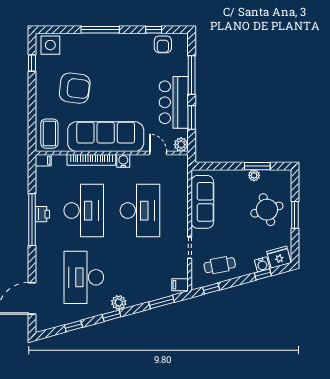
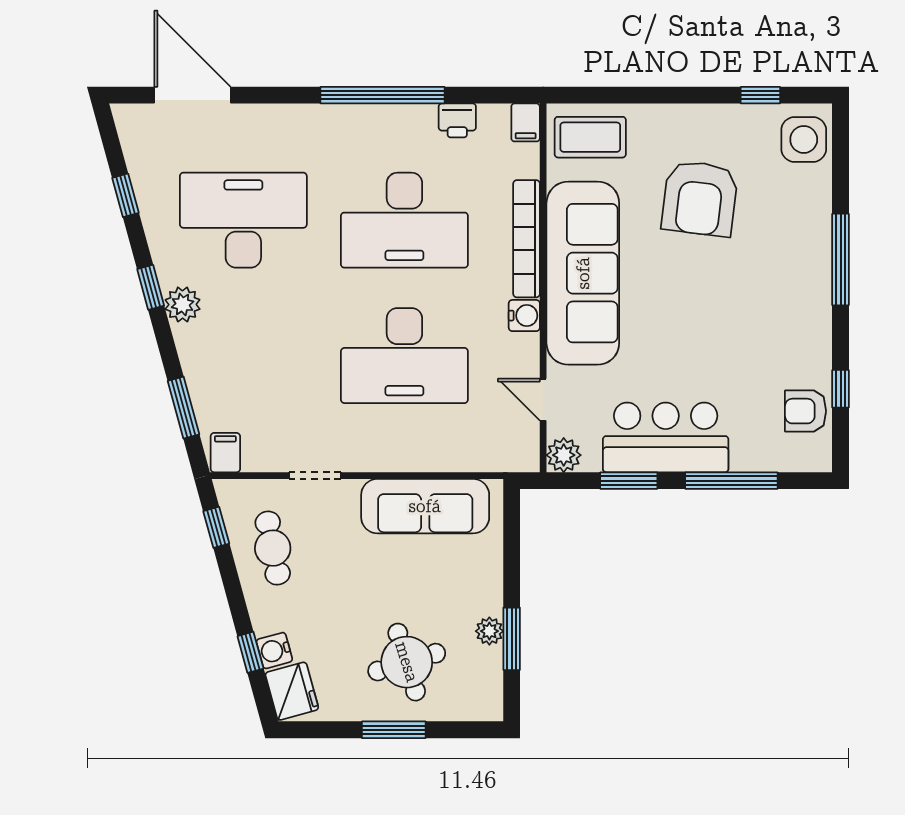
door: (158, 153) -> (543, 400), swing flipped
printer: (42, 214) -> (457, 120), moved

